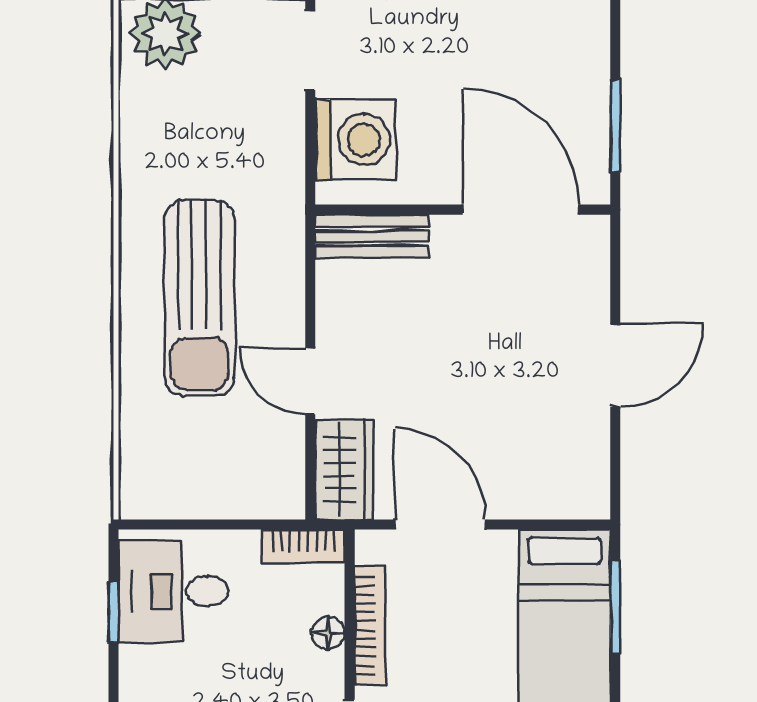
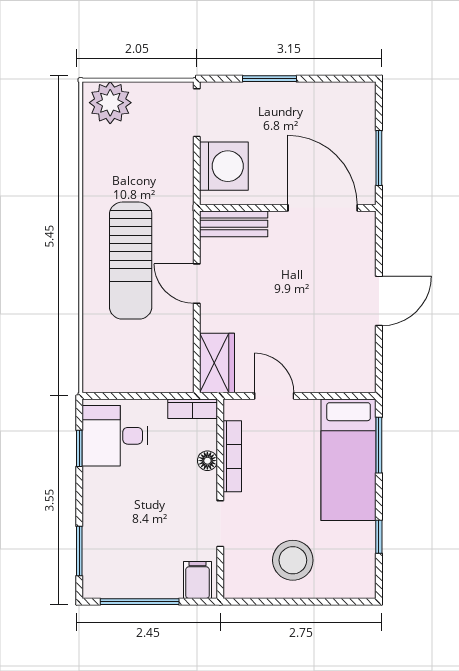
door: (310, 381) -> (197, 284), moved
door: (440, 524) -> (274, 396), width x0.73

